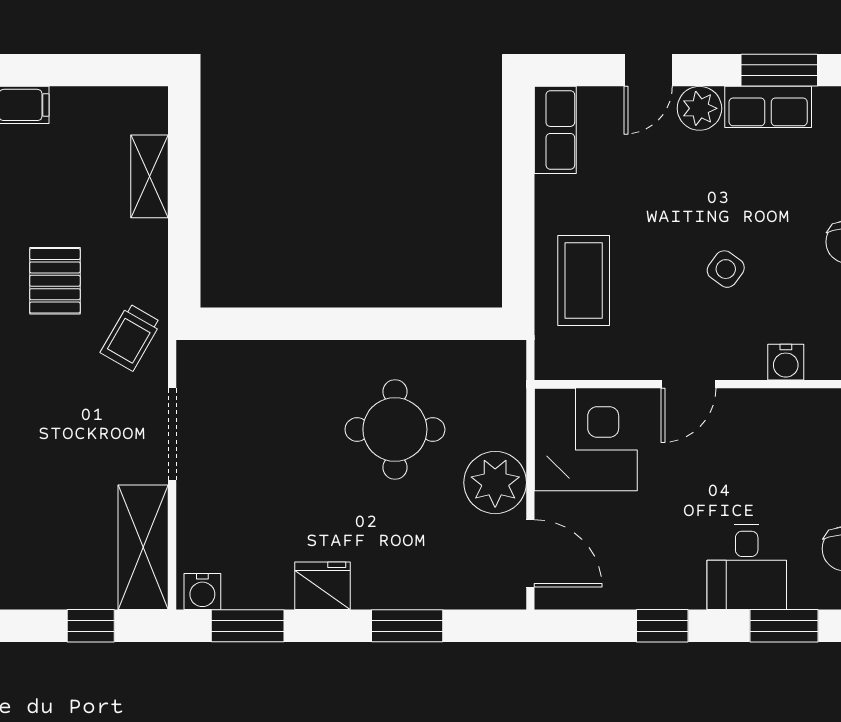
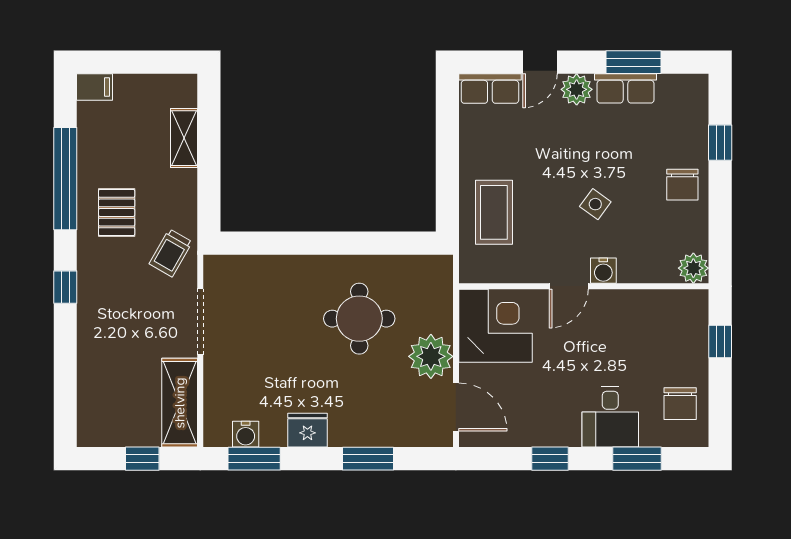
row of seats: (555, 130) -> (490, 89), moved, turned 90
water cooler: (786, 362) -> (603, 271), moved
water cooler: (202, 591) -> (246, 434), moved

